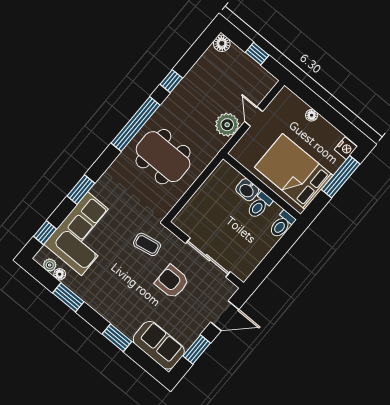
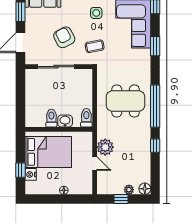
plant: (240, 57) -> (129, 190), added
nightstand: (346, 148) -> (31, 174), moved
window: (341, 177) -> (20, 170), width x0.46
toilet: (282, 225) -> (86, 118), moved
side table: (115, 279) -> (96, 13), added
armchair: (172, 282) -> (64, 37), turned -117

